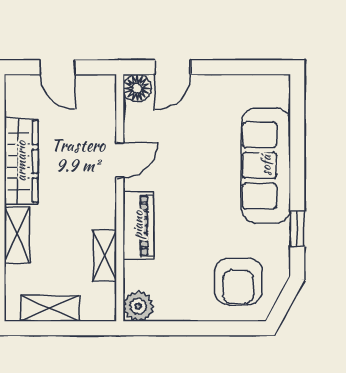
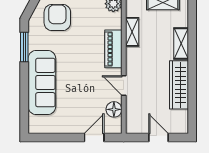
floor lamp: (137, 88) -> (114, 109), moved
door: (120, 160) -> (124, 85), hinge flipped
window: (297, 229) -> (24, 47), width x1.50

